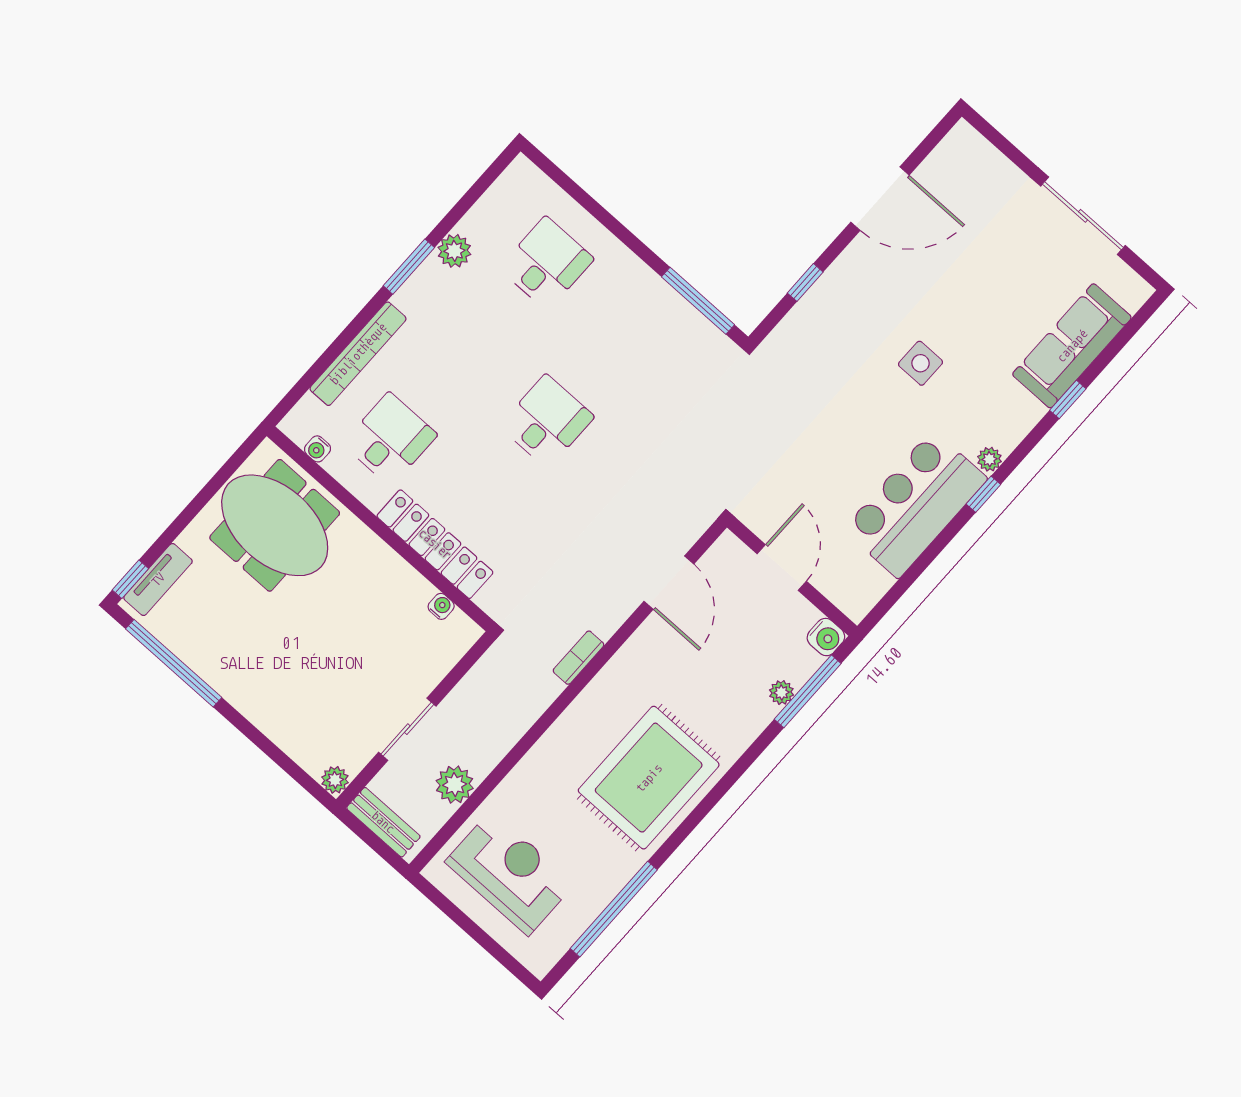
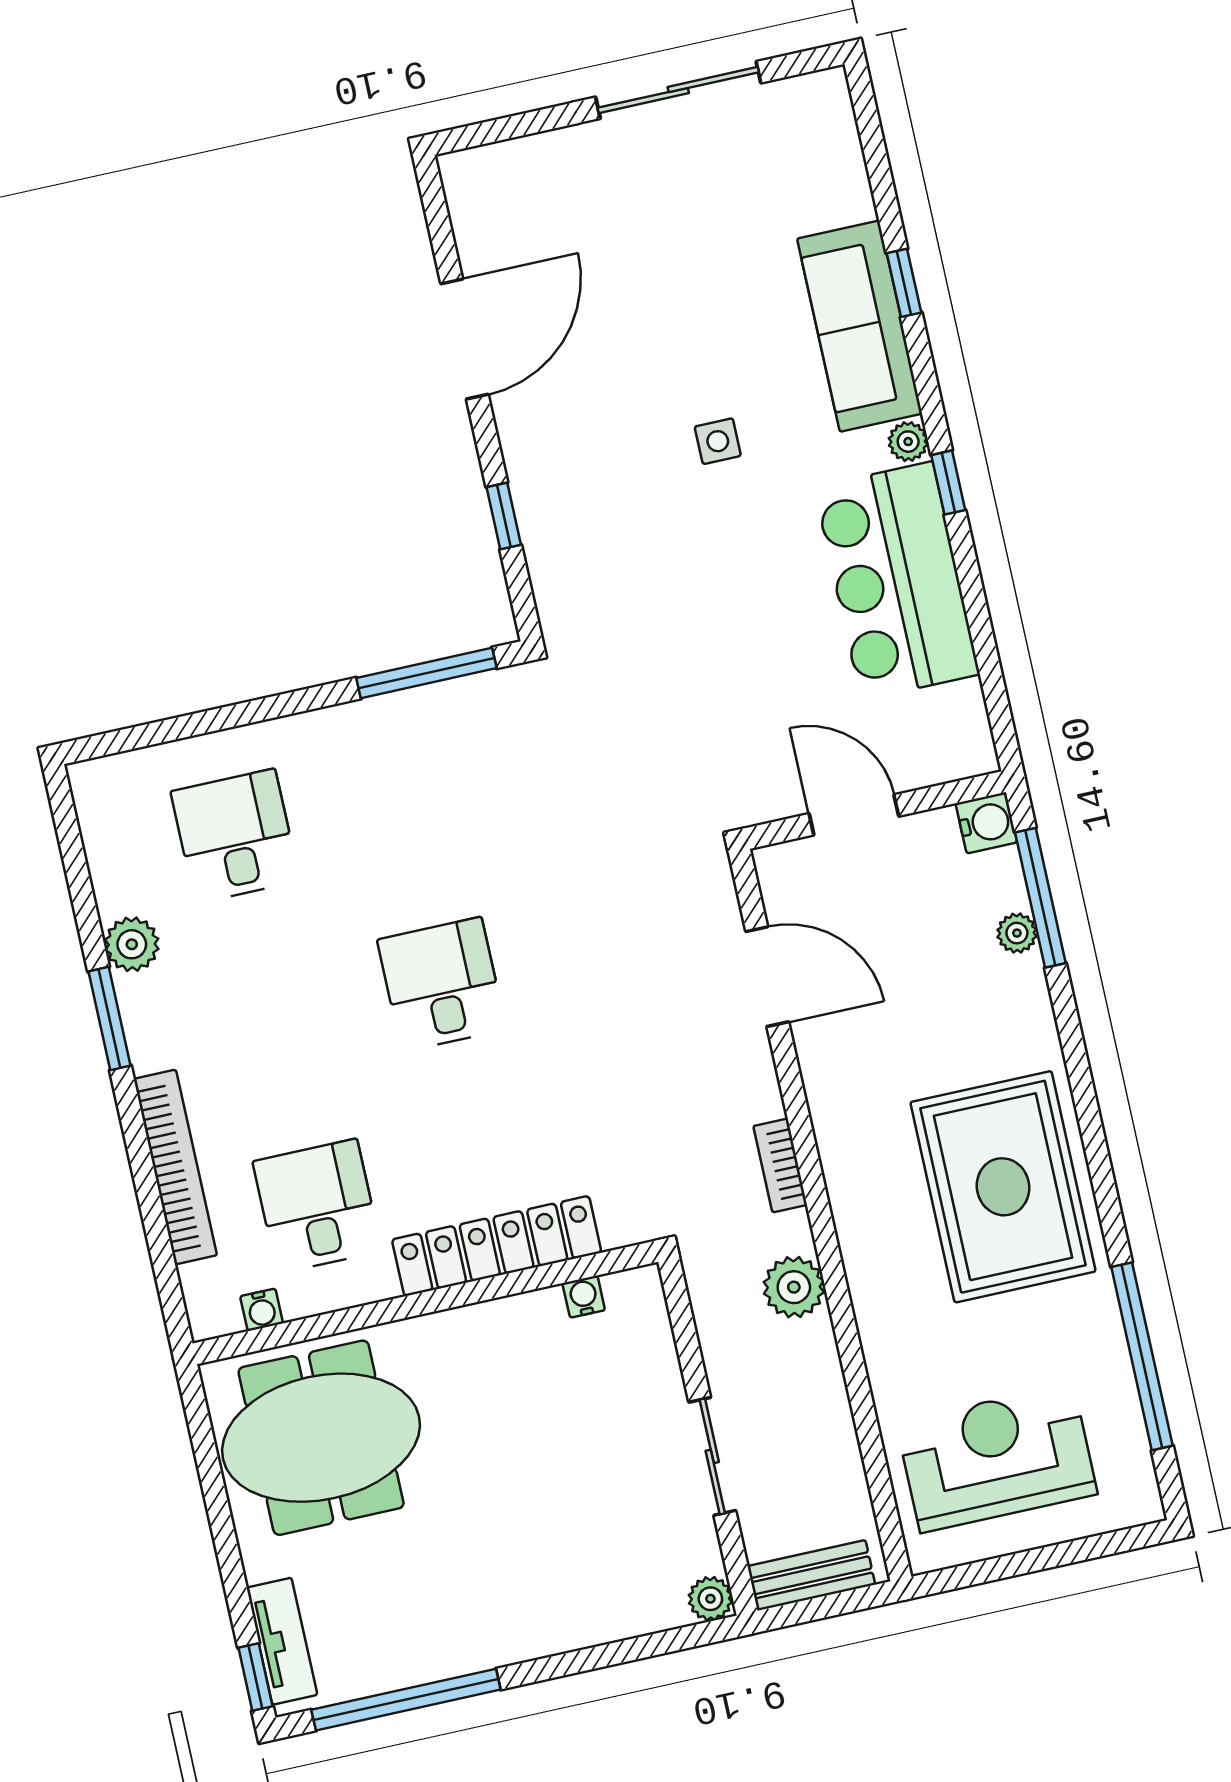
sofa: (1072, 346) -> (860, 326), moved
side table: (921, 363) -> (718, 441), width x0.73, depth x0.73
plant: (455, 785) -> (794, 1287), moved

